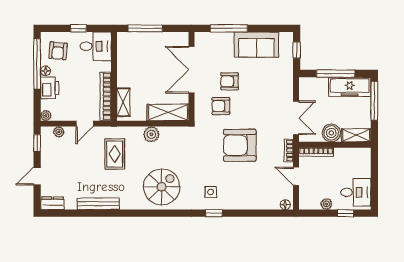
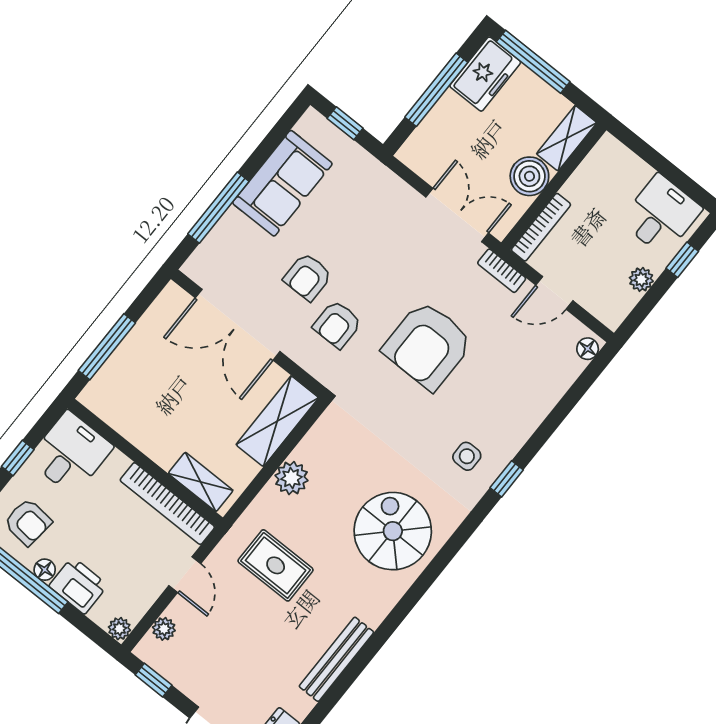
freezer: (350, 87) -> (485, 74), width x0.71

